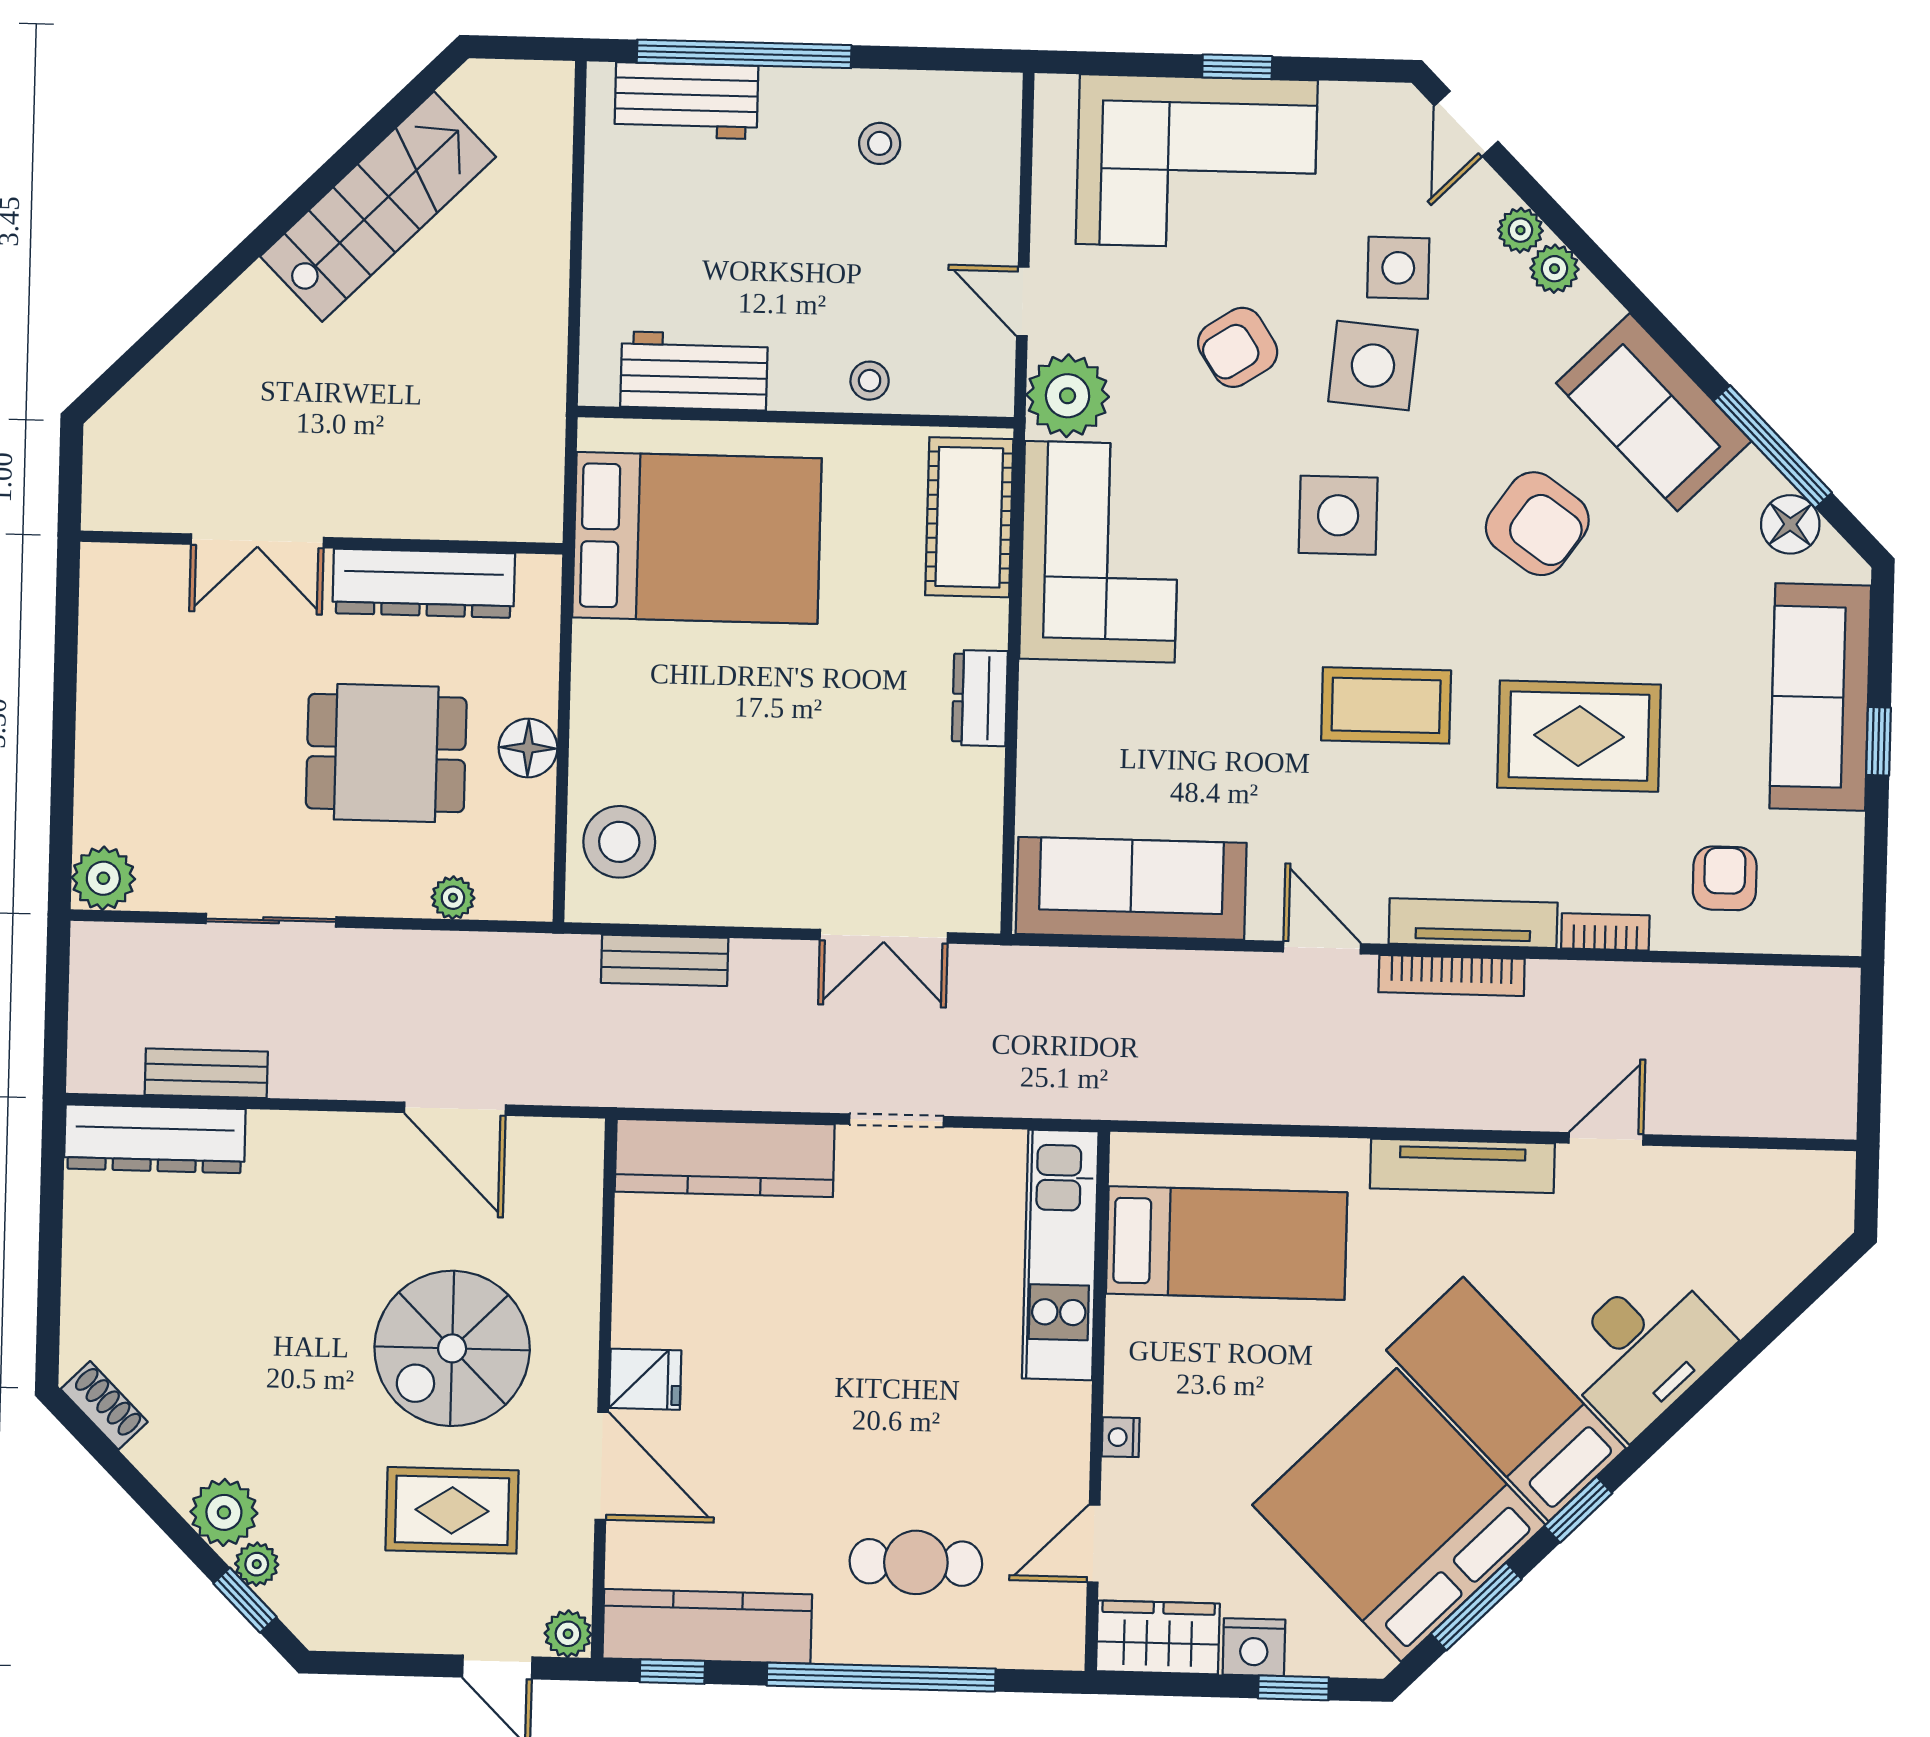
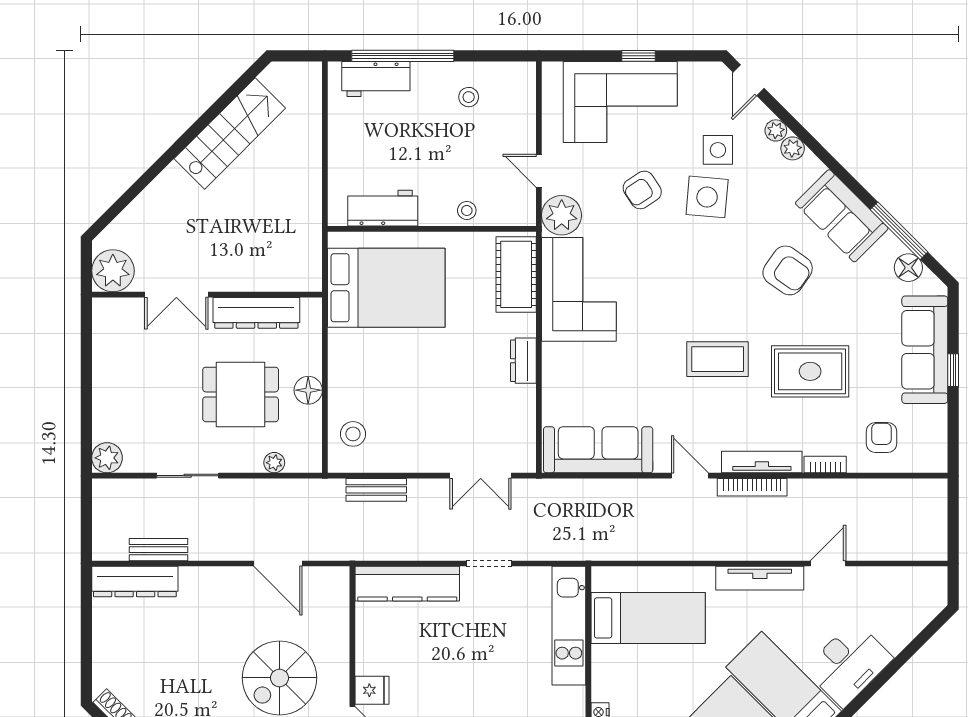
plant: (126, 487) -> (113, 271), added
side table: (1338, 515) -> (692, 269), removed
stool: (619, 842) -> (353, 434), width x0.73, depth x0.73

